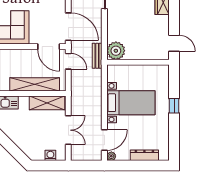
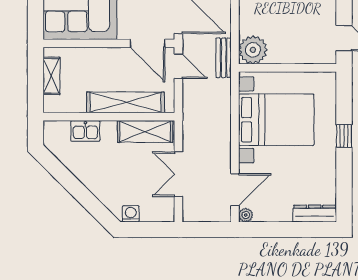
bed with nightstands: (131, 103) -> (276, 120), width x1.36
double door: (68, 130) -> (178, 174), swing flipped
washing machine: (50, 155) -> (131, 214), moved
dresser: (144, 155) -> (315, 214), moved

